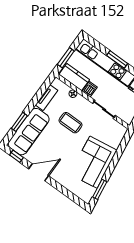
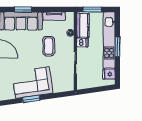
window: (100, 189) -> (31, 99), moved

